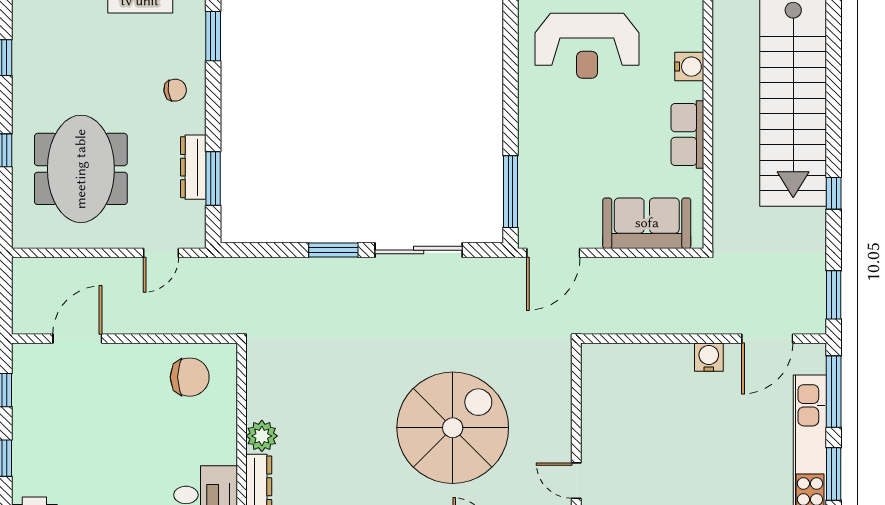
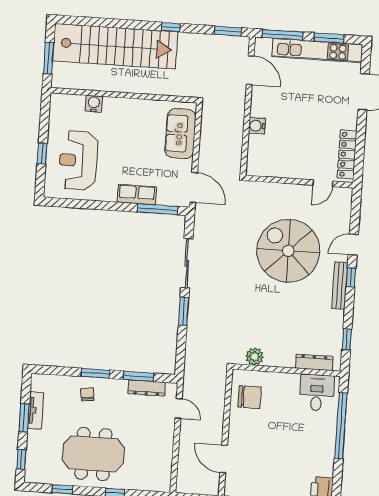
window: (213, 36) -> (95, 373), moved
reception desk: (587, 46) -> (78, 160), turned 180
row of seats: (687, 135) -> (137, 195), moved, turned 180
dresser: (193, 167) -> (147, 388), moved
meeting table: (81, 169) -> (93, 454), moved
water cooler: (709, 357) -> (257, 126), moved
chair: (190, 377) -> (250, 397), turned 90
plant: (262, 436) -> (255, 357), moved

